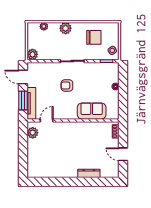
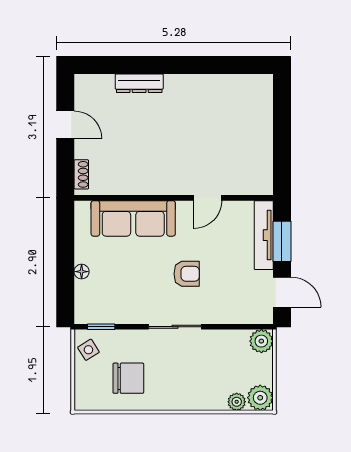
plant: (66, 28) -> (260, 398), moved
chair: (94, 37) -> (128, 378), turned 180
sofa: (92, 111) -> (133, 218), width x1.36
door: (47, 121) -> (208, 198), moved
plant: (33, 133) -> (261, 171), removed

